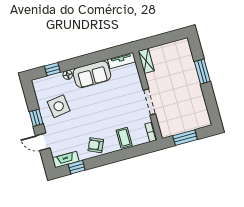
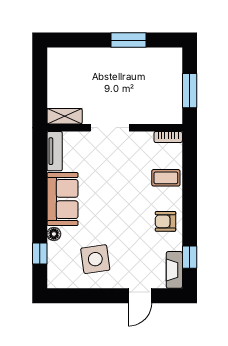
window: (202, 71) -> (128, 40), moved
doorway: (149, 102) -> (110, 128), moved
window: (36, 118) -> (103, 296), removed
armchair: (96, 145) -> (165, 221), turned 66

